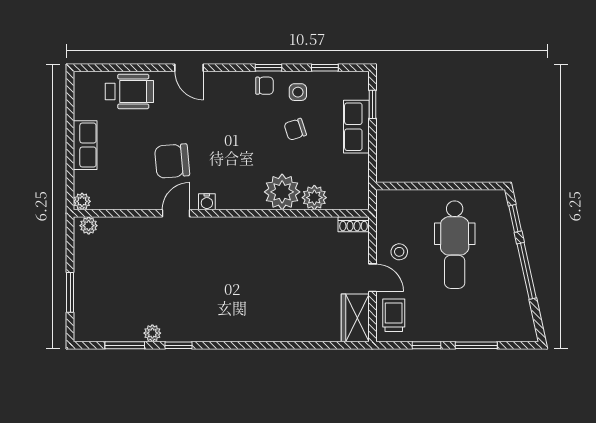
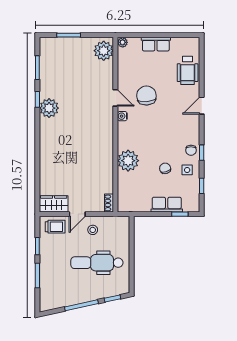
plant: (314, 198) -> (125, 180), removed
plant: (89, 226) -> (104, 51), width x1.88, depth x1.88
plant: (152, 333) -> (49, 108), moved, width x1.87, depth x1.87

